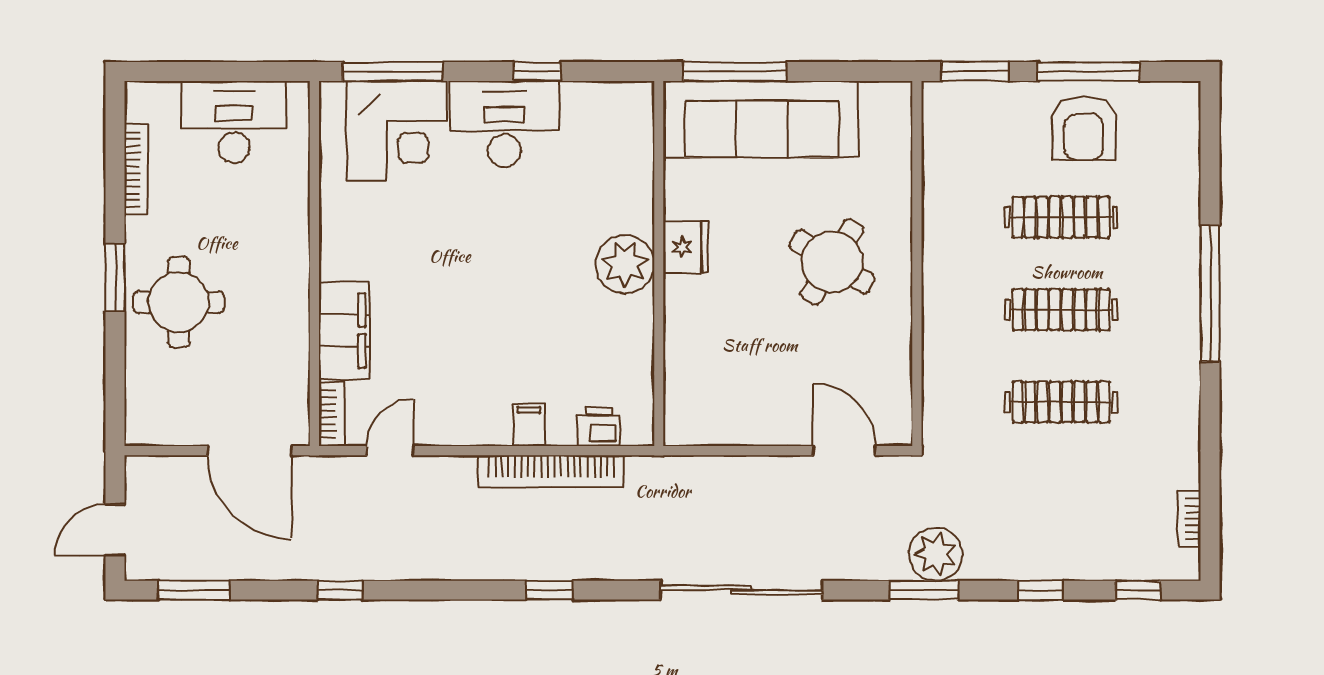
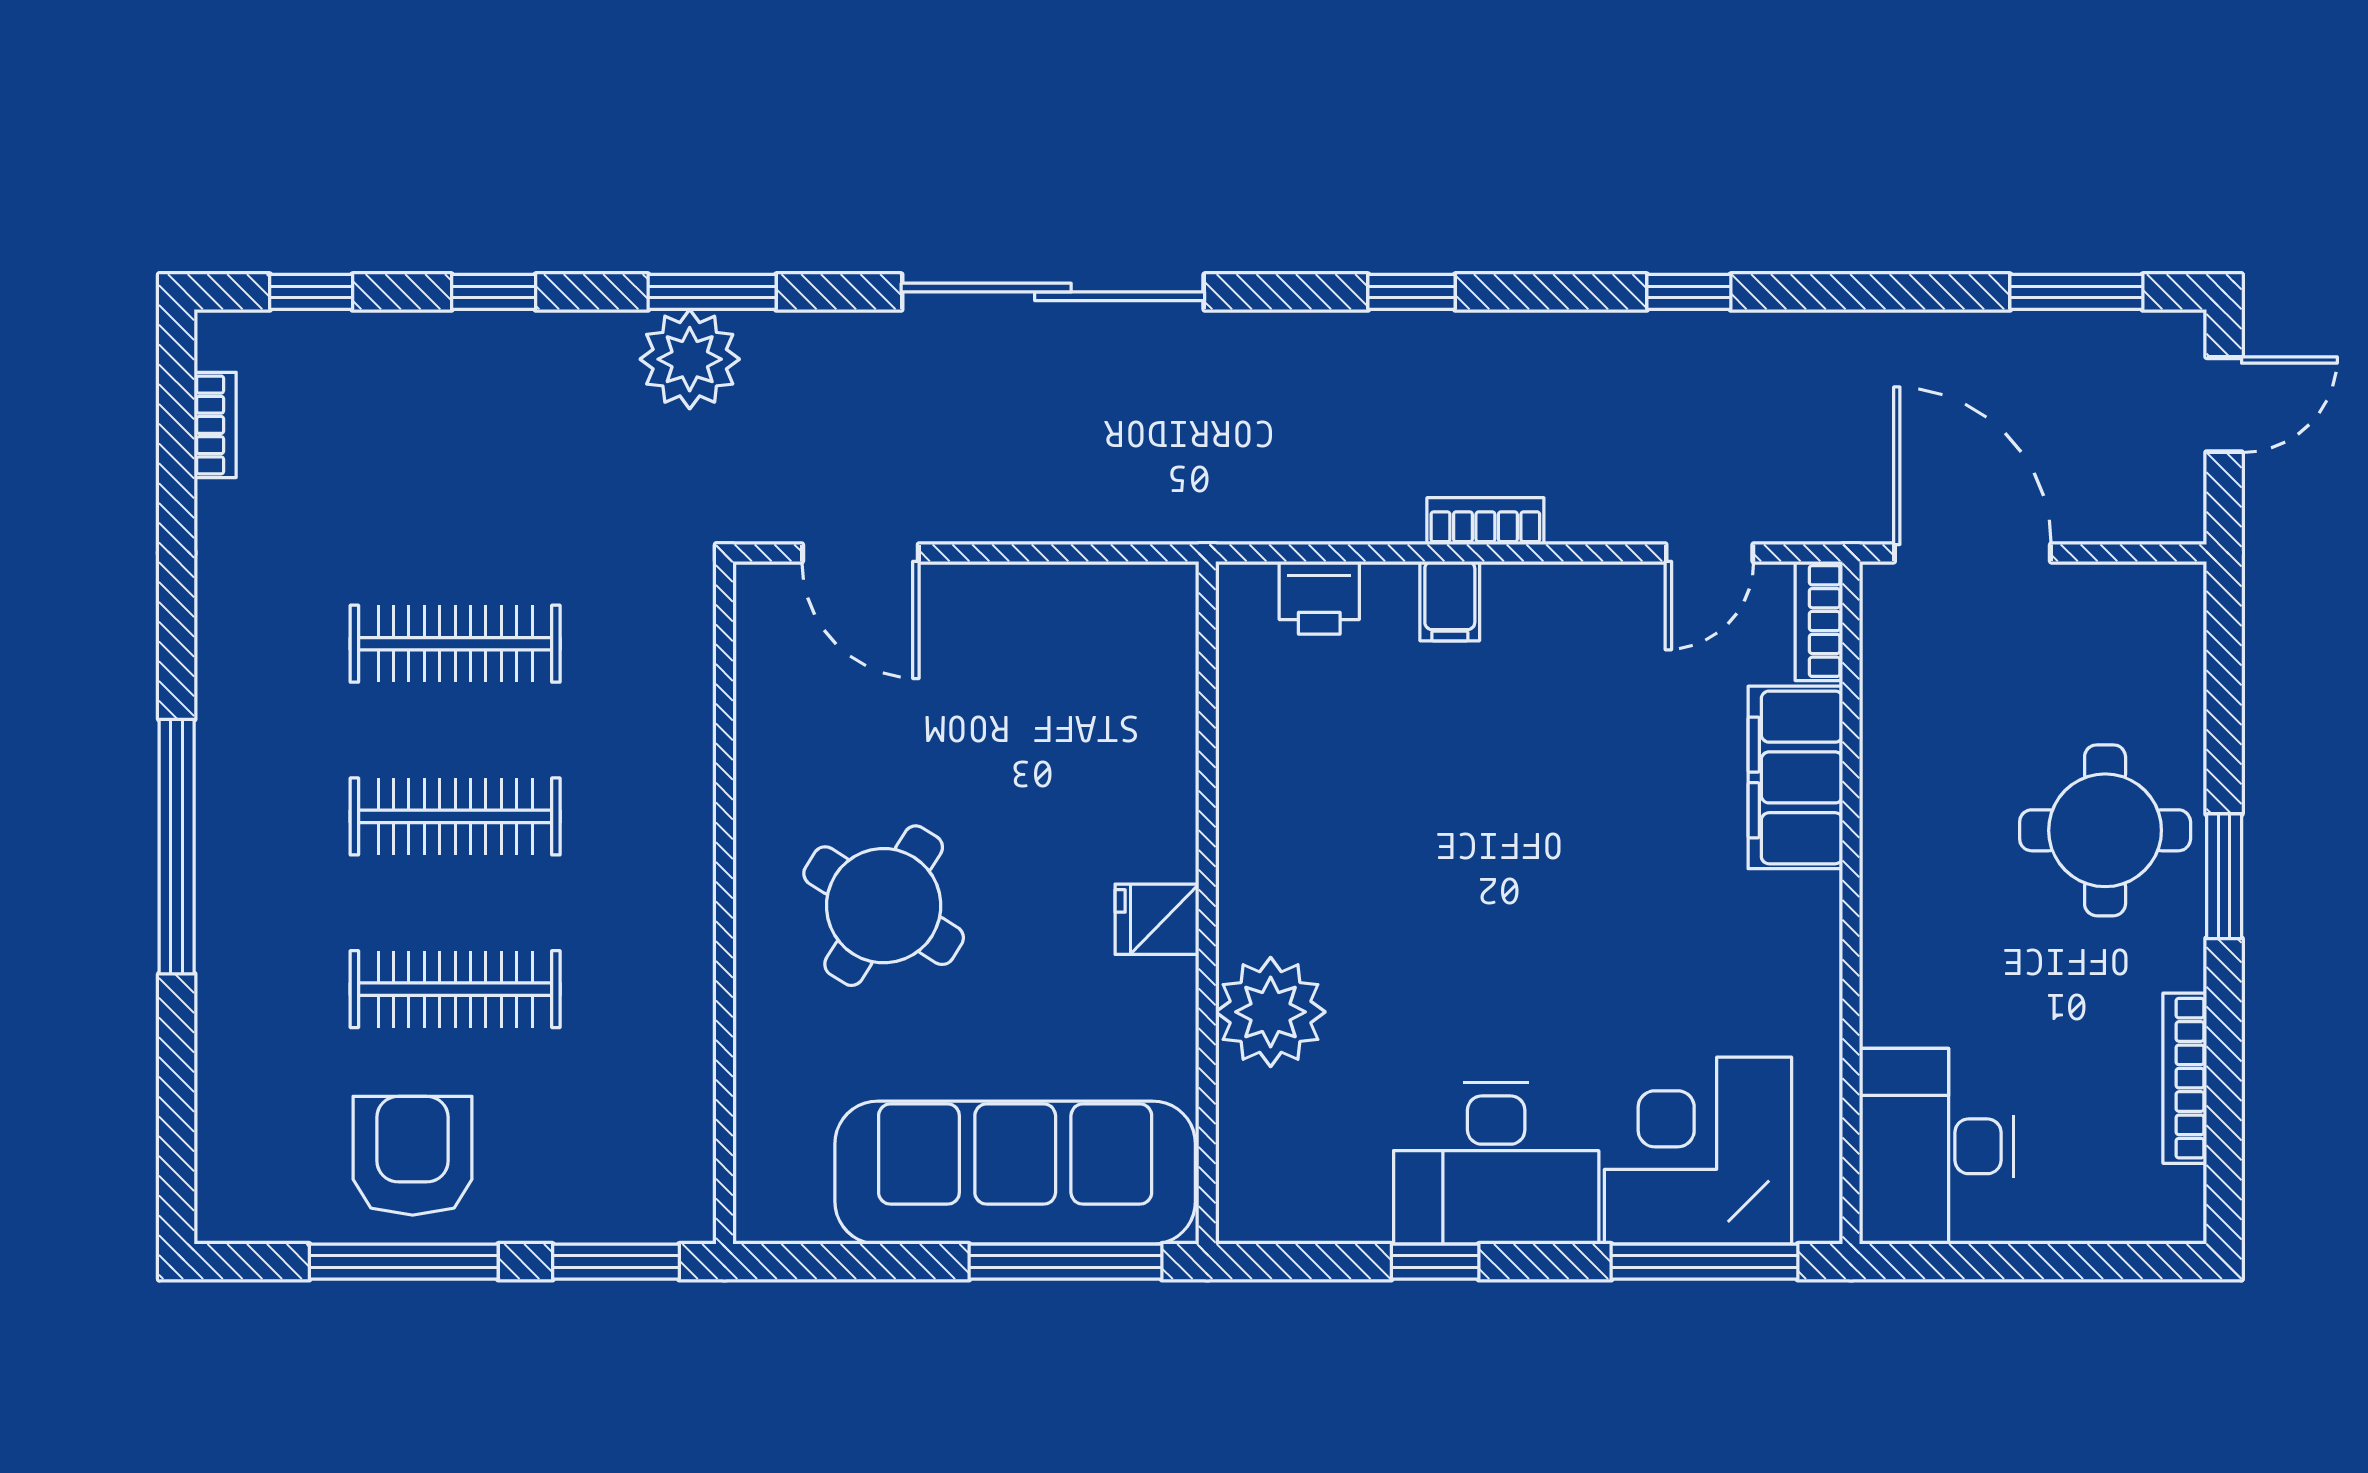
desk: (234, 122) -> (1936, 1146), moved, turned 90
fridge: (686, 247) -> (1157, 919), width x0.72
plant: (625, 264) -> (1271, 1012), moved
bookcase: (551, 471) -> (1485, 521), width x0.43, depth x0.76
window: (340, 590) -> (1689, 292), moved

